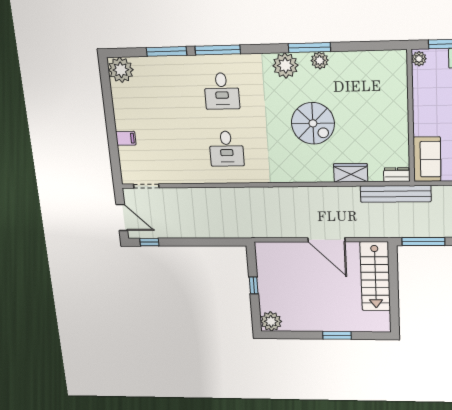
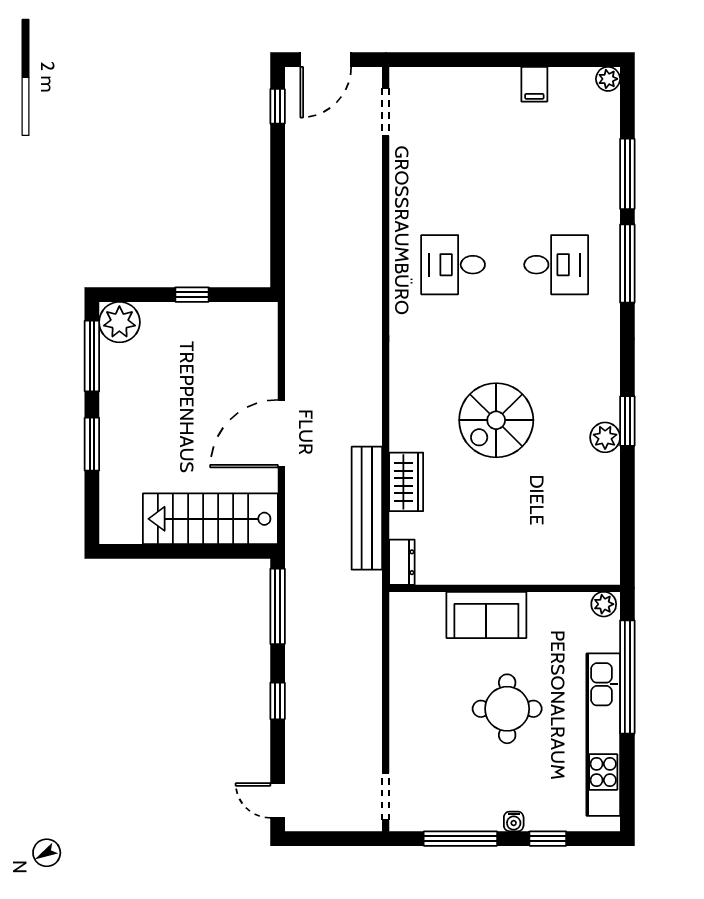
window: (309, 48) -> (627, 421), width x0.69
plant: (285, 65) -> (598, 378), removed
plant: (121, 70) -> (608, 79), width x0.53, depth x0.53
desk: (222, 91) -> (556, 265), turned 180
filing cabinet: (126, 138) -> (534, 84), moved
sofa: (427, 159) -> (486, 615), moved
bench: (396, 194) -> (367, 508), moved
window: (290, 335) -> (92, 356), added

